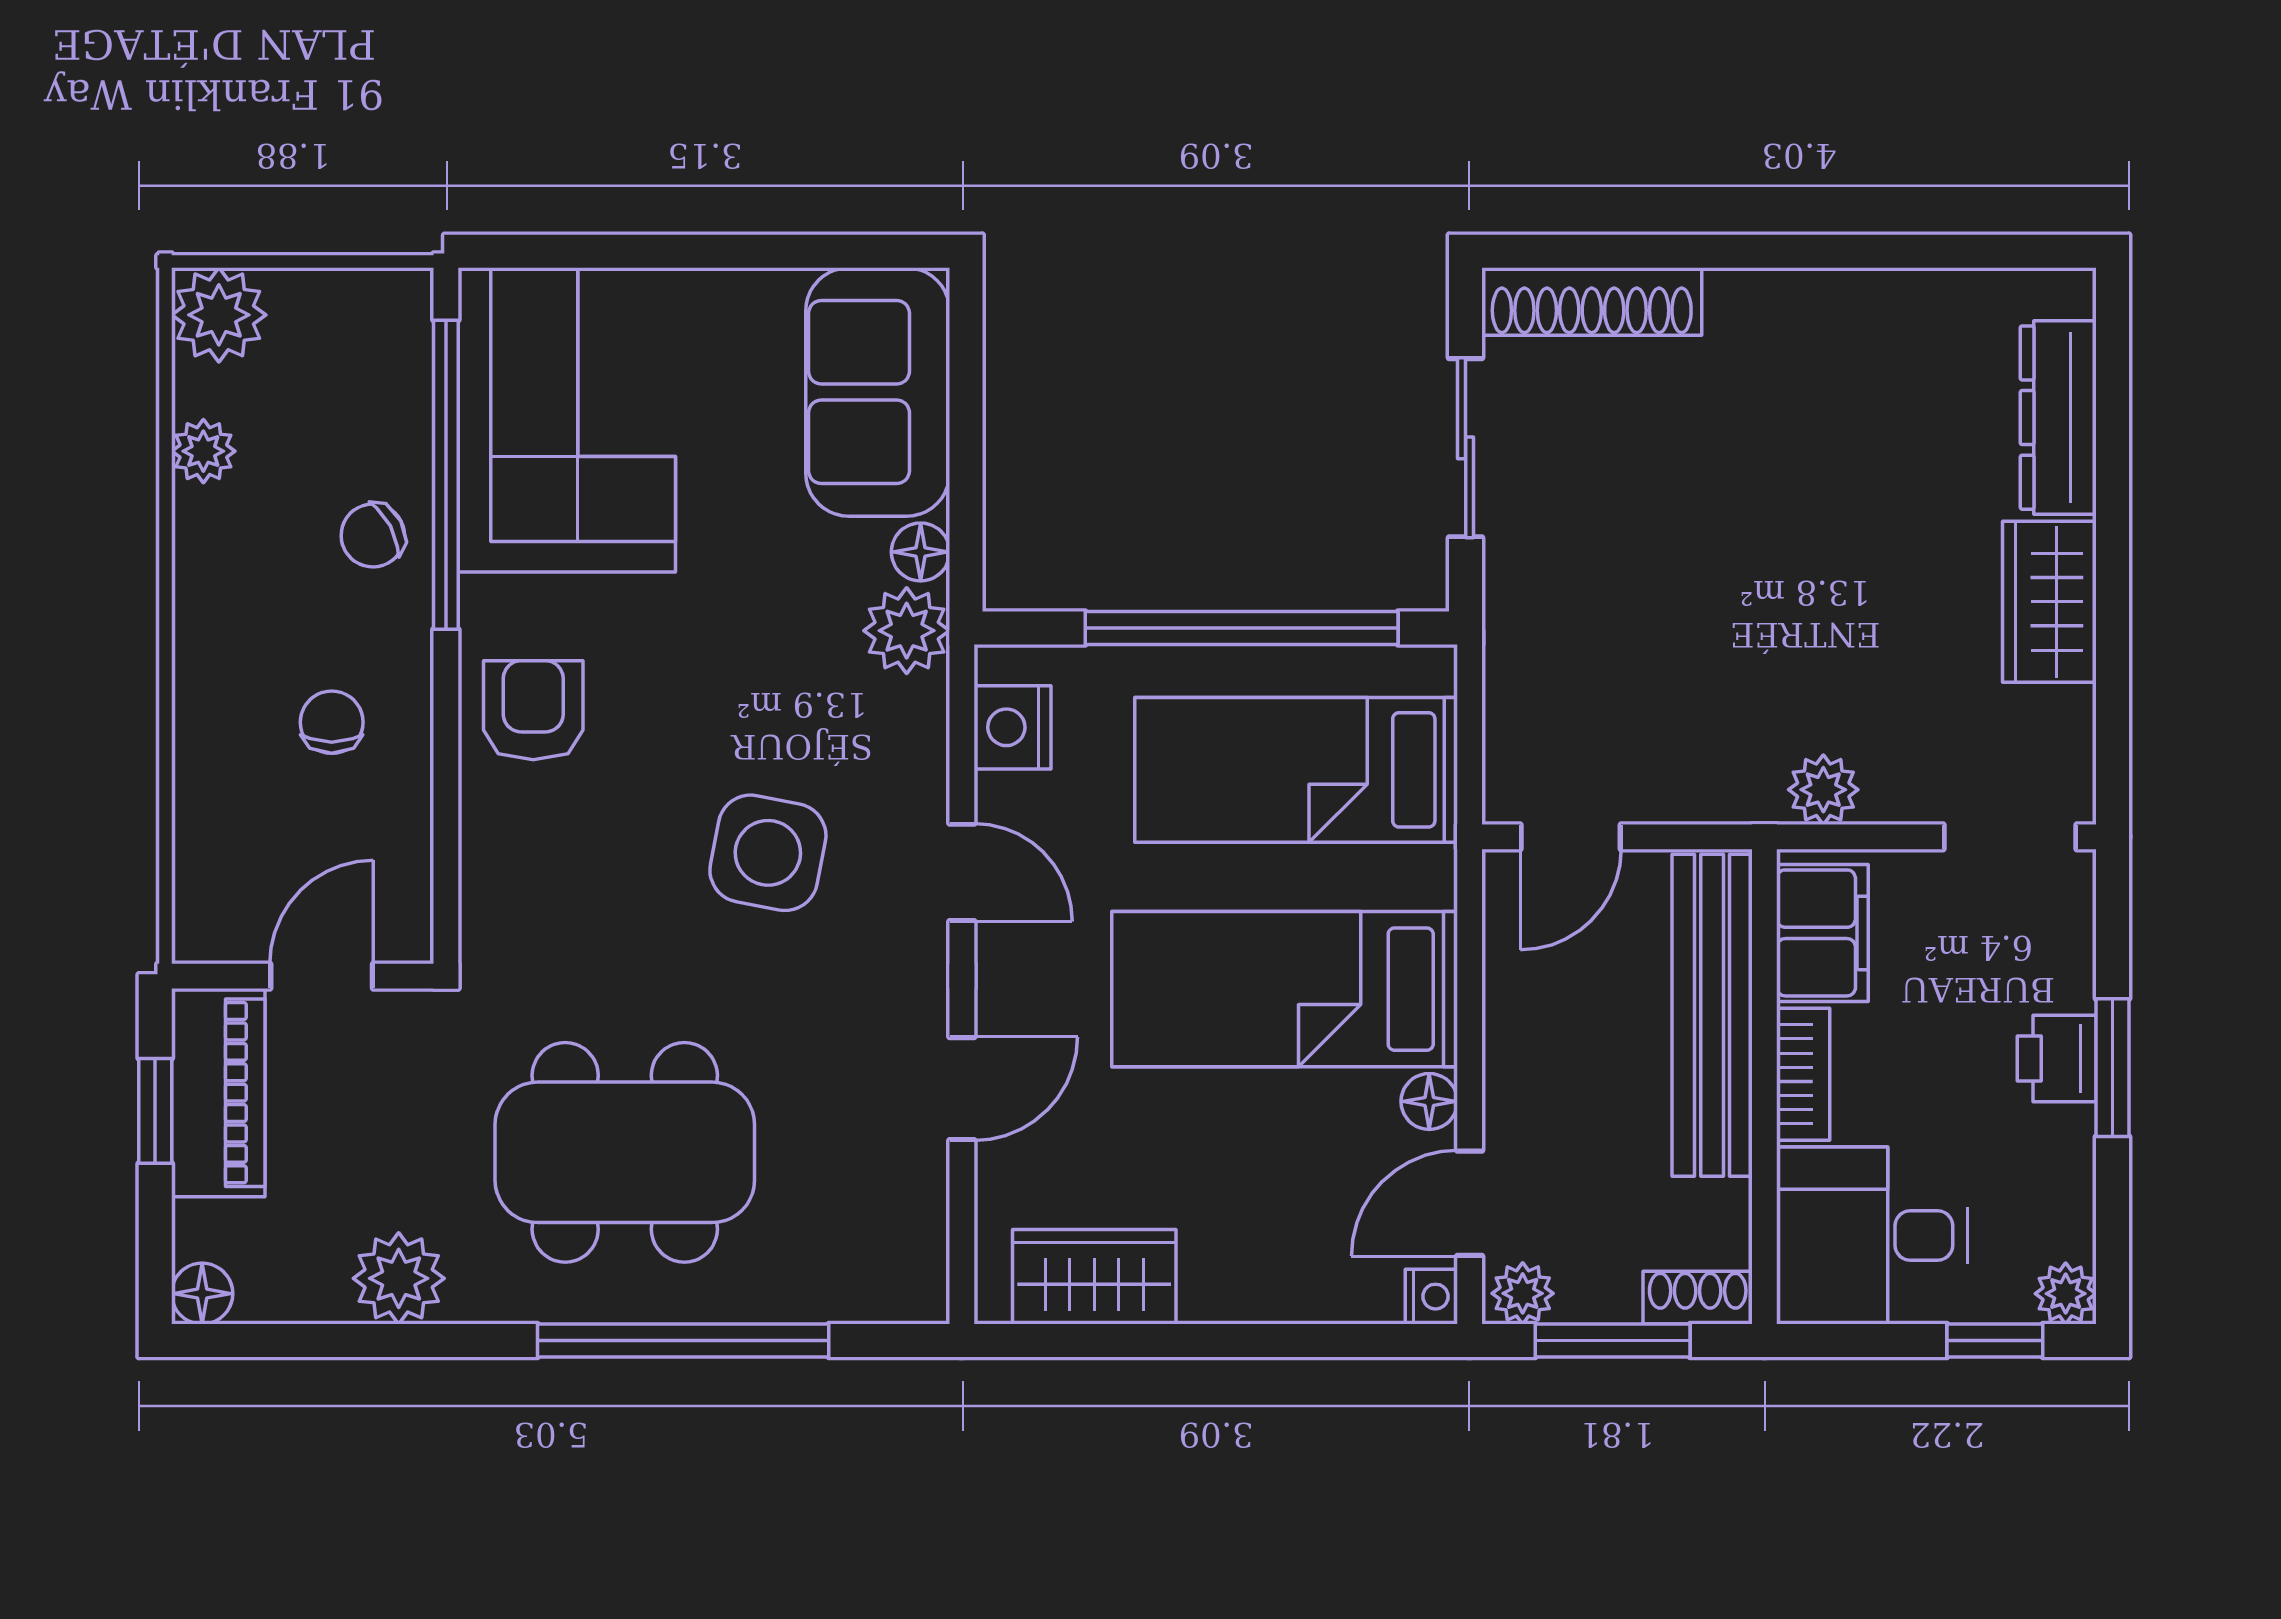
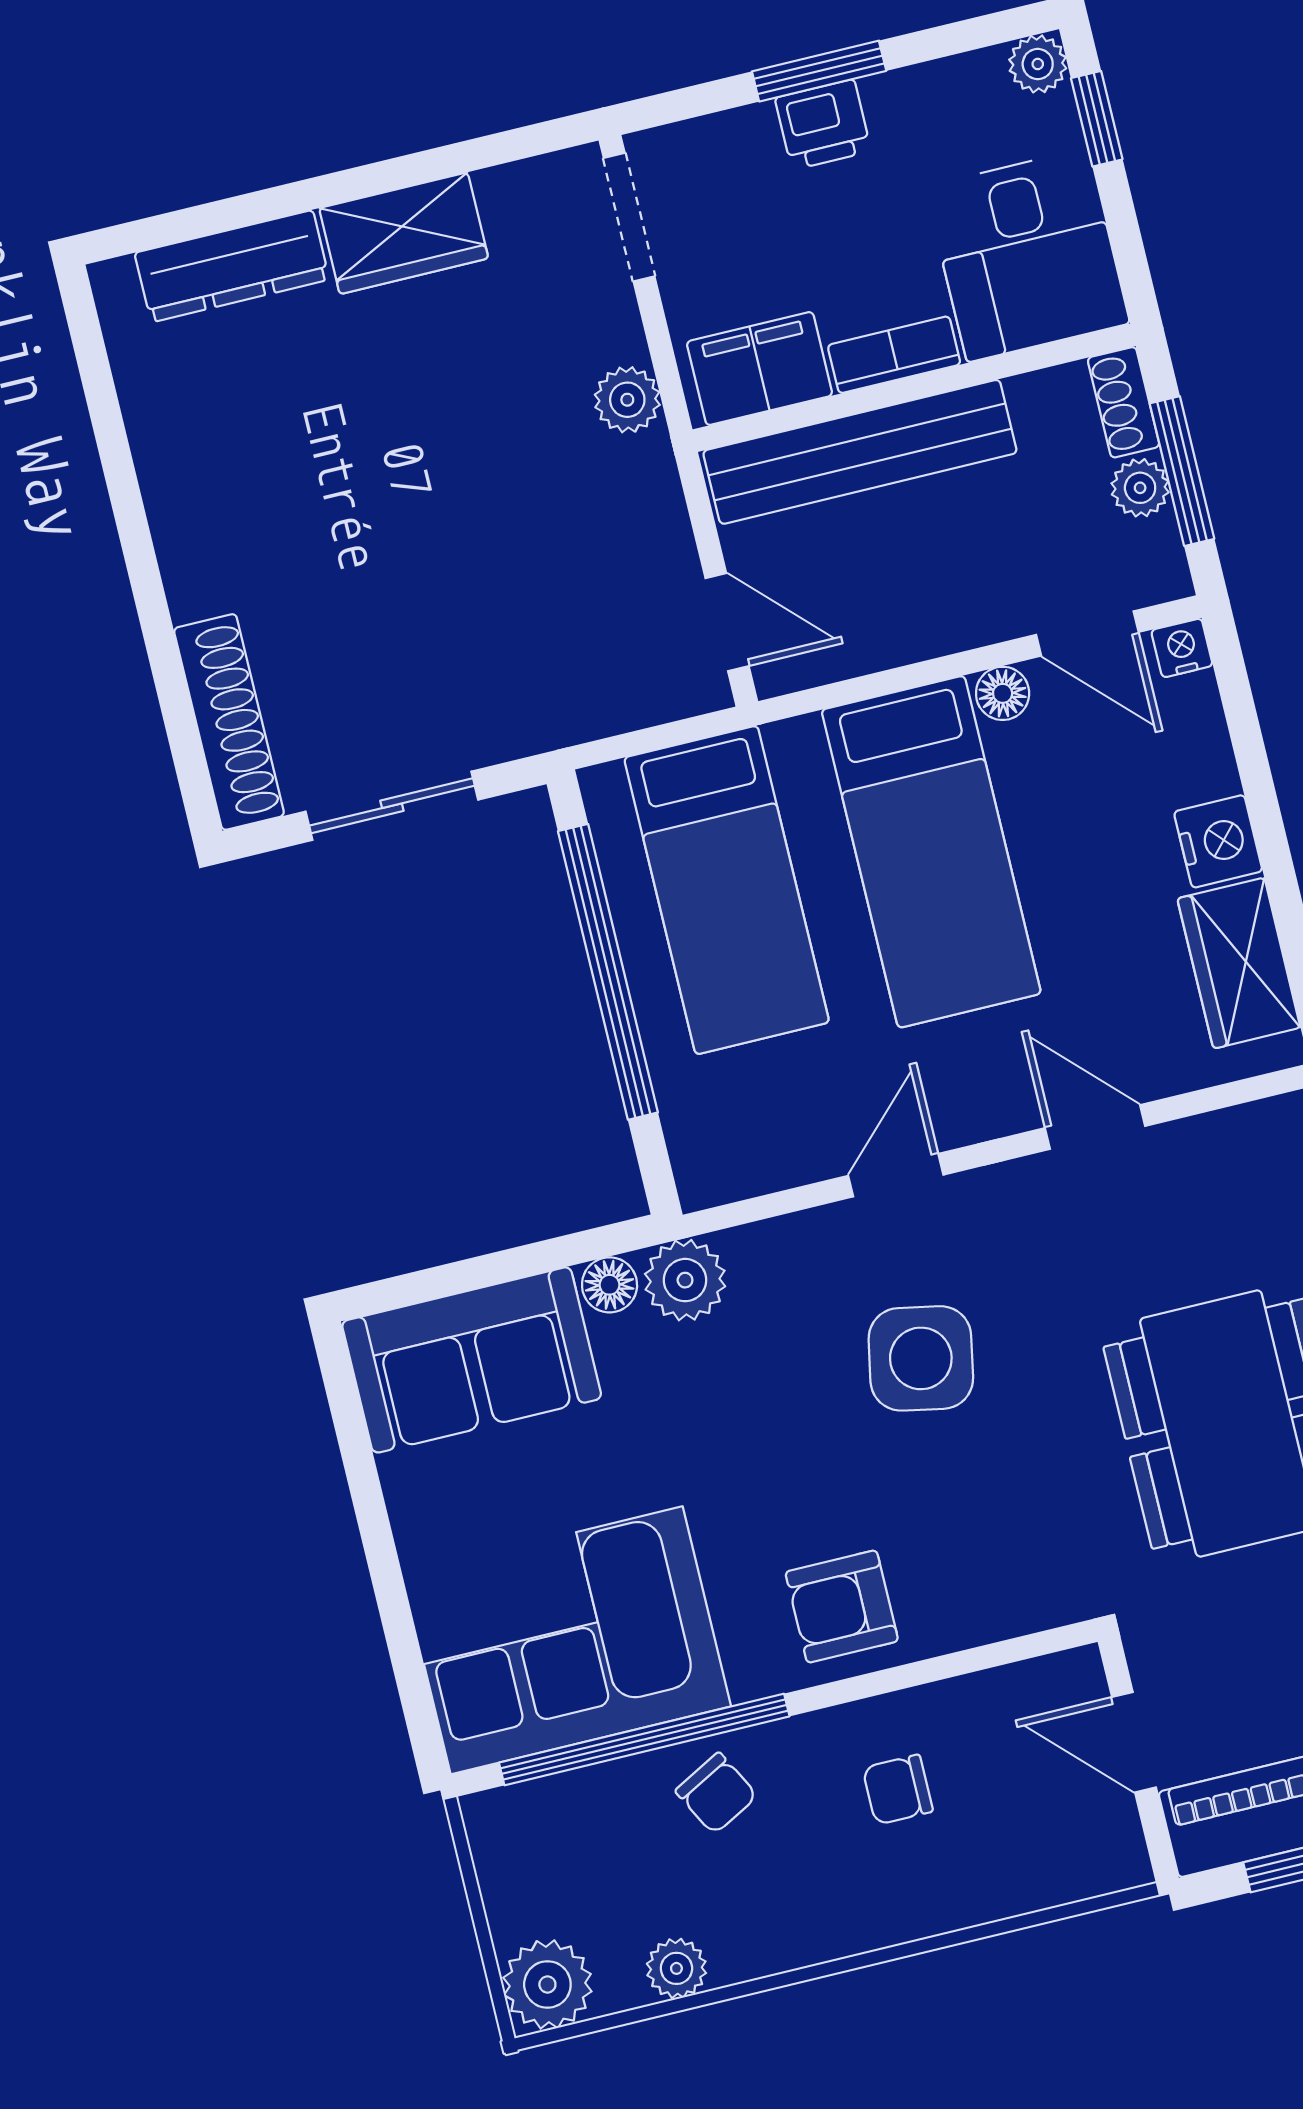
nightstand: (1013, 727) -> (1218, 841), moved, turned -90
plant: (1523, 1293) -> (1140, 488), moved

